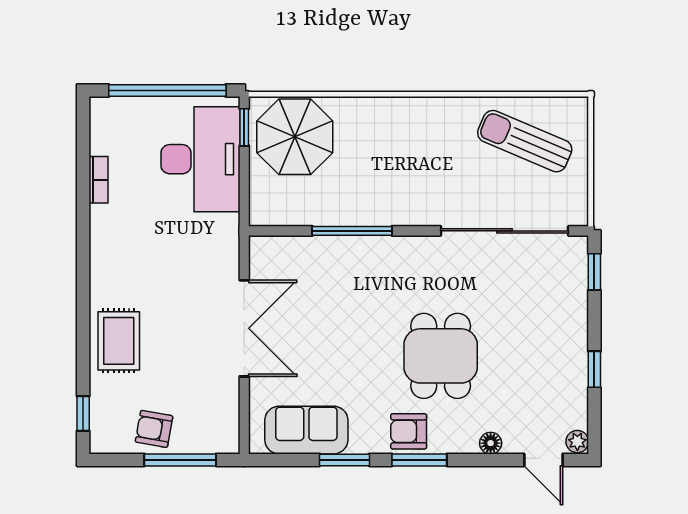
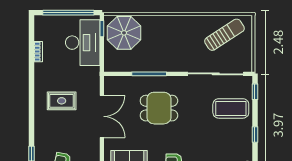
sun lounger: (525, 141) -> (224, 35), turned 124
coffee table: (539, 310) -> (231, 108), added
rug: (119, 341) -> (62, 101), moved, turned 90
dining table: (441, 356) -> (159, 108), moved, turned 90

